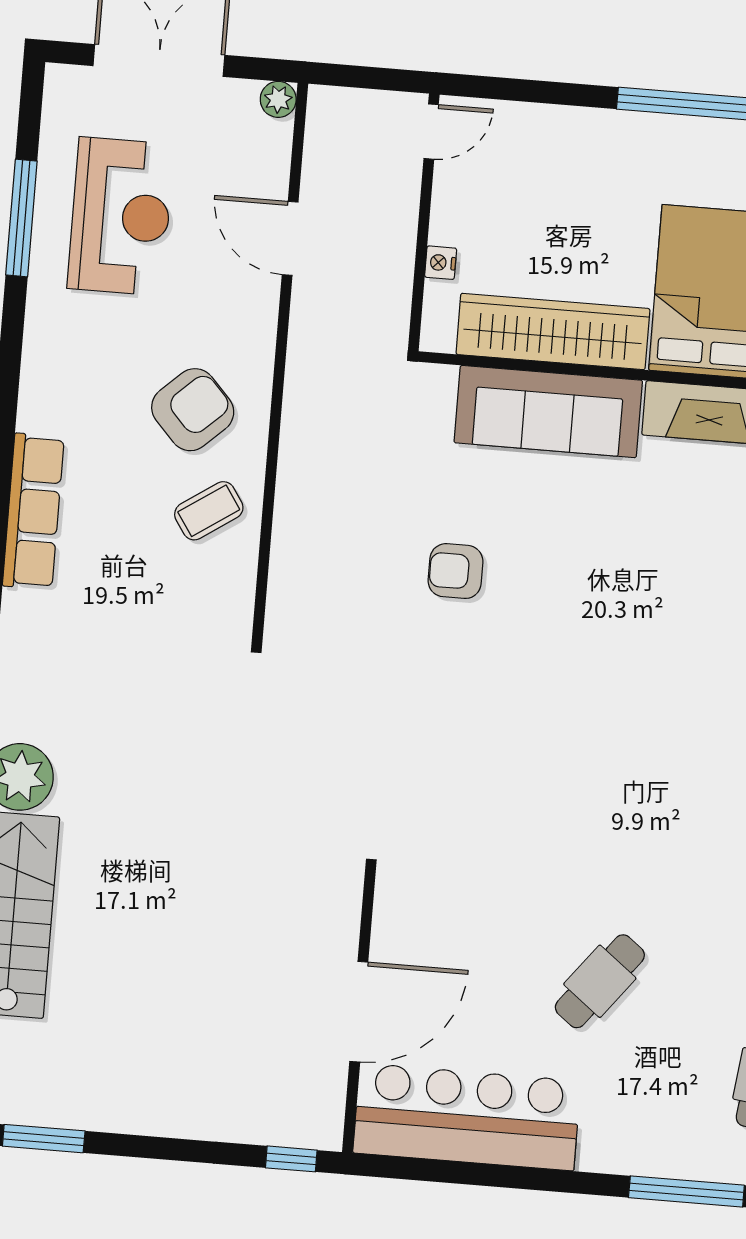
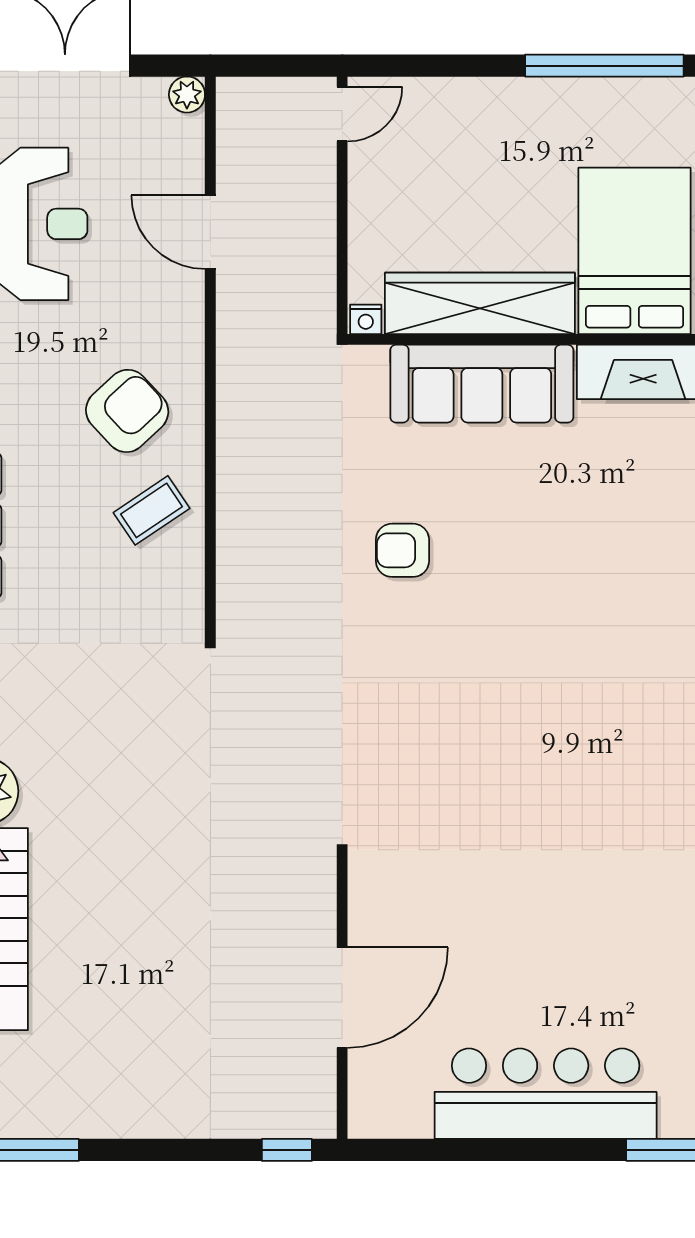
nightstand: (441, 263) -> (366, 319), moved, turned -90
cafe table: (600, 981) -> (580, 947), removed
bar counter: (467, 1117) -> (546, 1094), moved

